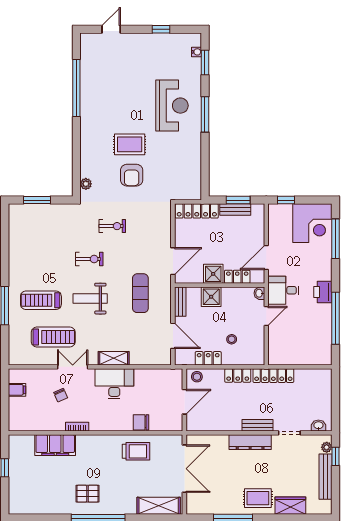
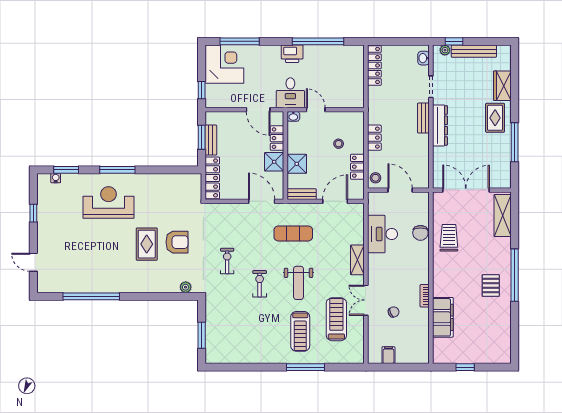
locker: (273, 376) -> (374, 65), moved
desk: (114, 384) -> (382, 234), moved

